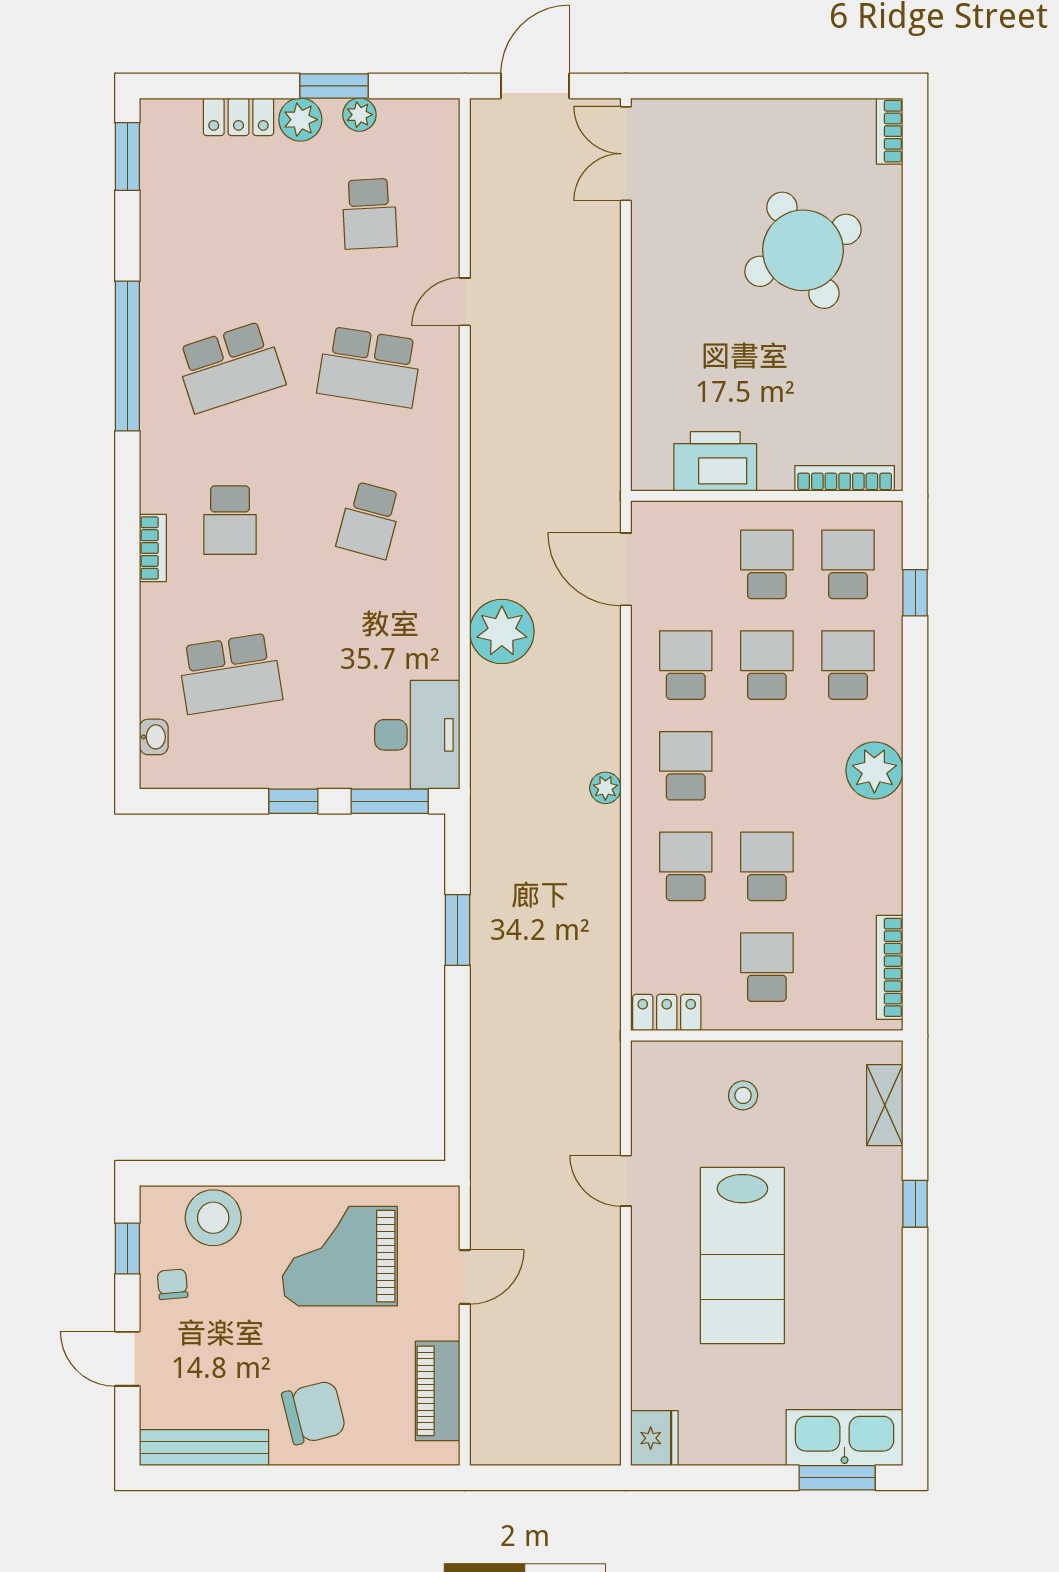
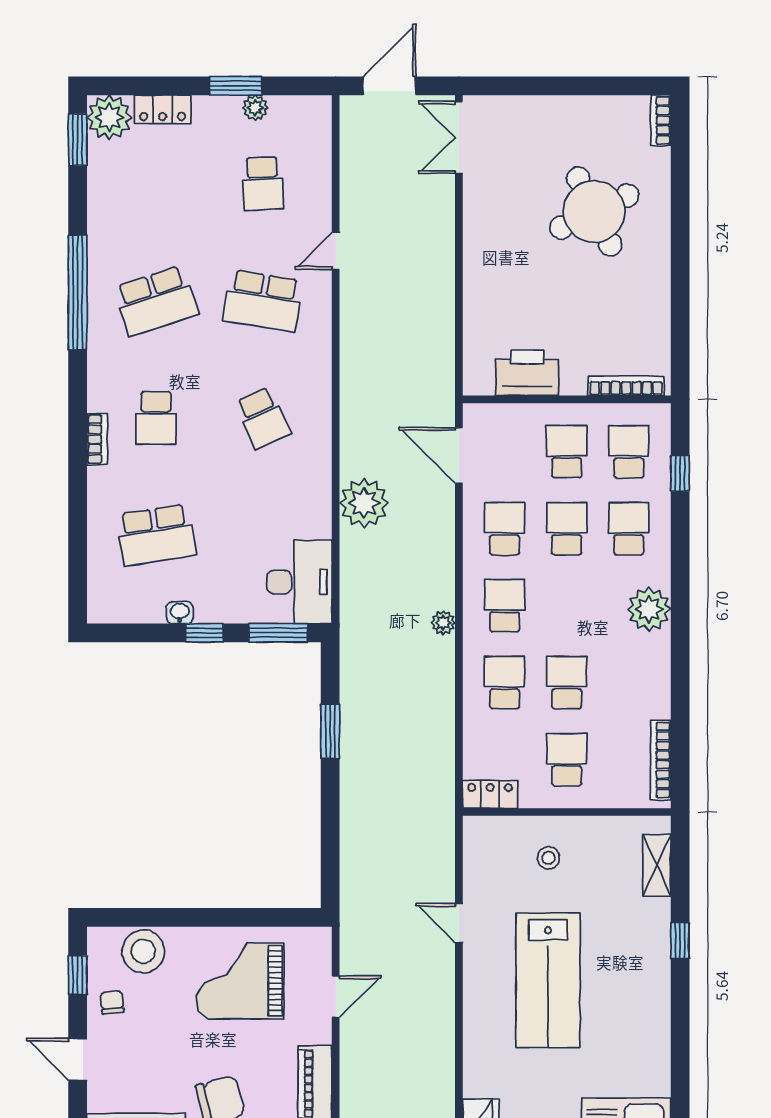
plant: (300, 120) -> (109, 117), moved, width x1.36, depth x1.36
school desk: (369, 520) -> (263, 418), turned -39
washbasin: (154, 737) -> (180, 613), moved, turned -90

